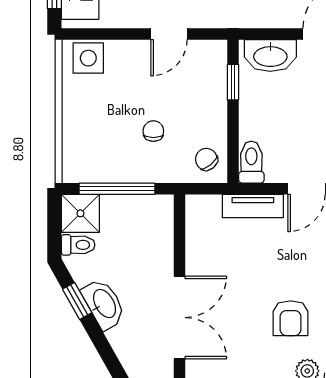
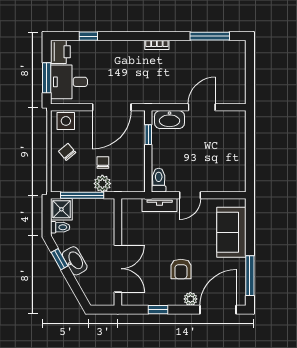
door: (169, 34) -> (112, 107), width x1.87
chair: (206, 159) -> (67, 152), moved
plant: (152, 168) -> (102, 184), added

